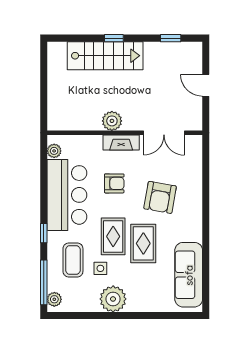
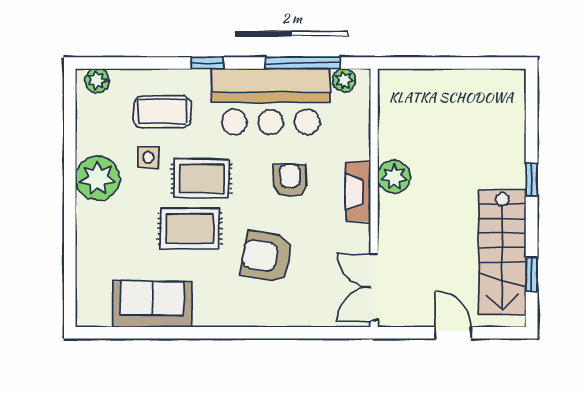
stairs: (105, 56) -> (502, 252), moved
door: (206, 85) -> (453, 333), hinge flipped
double door: (164, 133) -> (374, 287), moved
armchair: (114, 183) -> (290, 180), turned 180
sofa: (189, 275) -> (152, 304), width x0.73
window: (44, 282) -> (303, 63), moved

